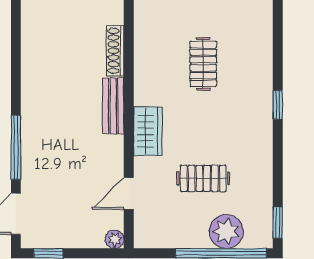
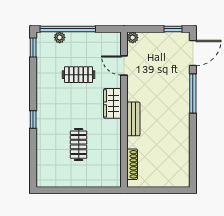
shoe rack: (115, 51) -> (132, 164), moved
door: (129, 193) -> (124, 65), swing flipped
plant: (226, 231) -> (60, 37), width x0.53, depth x0.53

